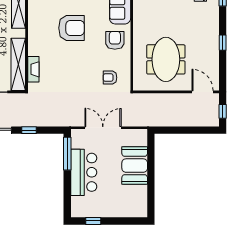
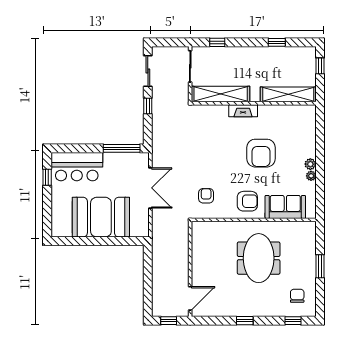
meeting table: (166, 59) -> (259, 258), moved, turned 90
fireplace: (33, 69) -> (243, 111), moved
booth: (135, 166) -> (101, 217), width x1.36, depth x1.42
bar counter: (84, 172) -> (77, 167), moved

